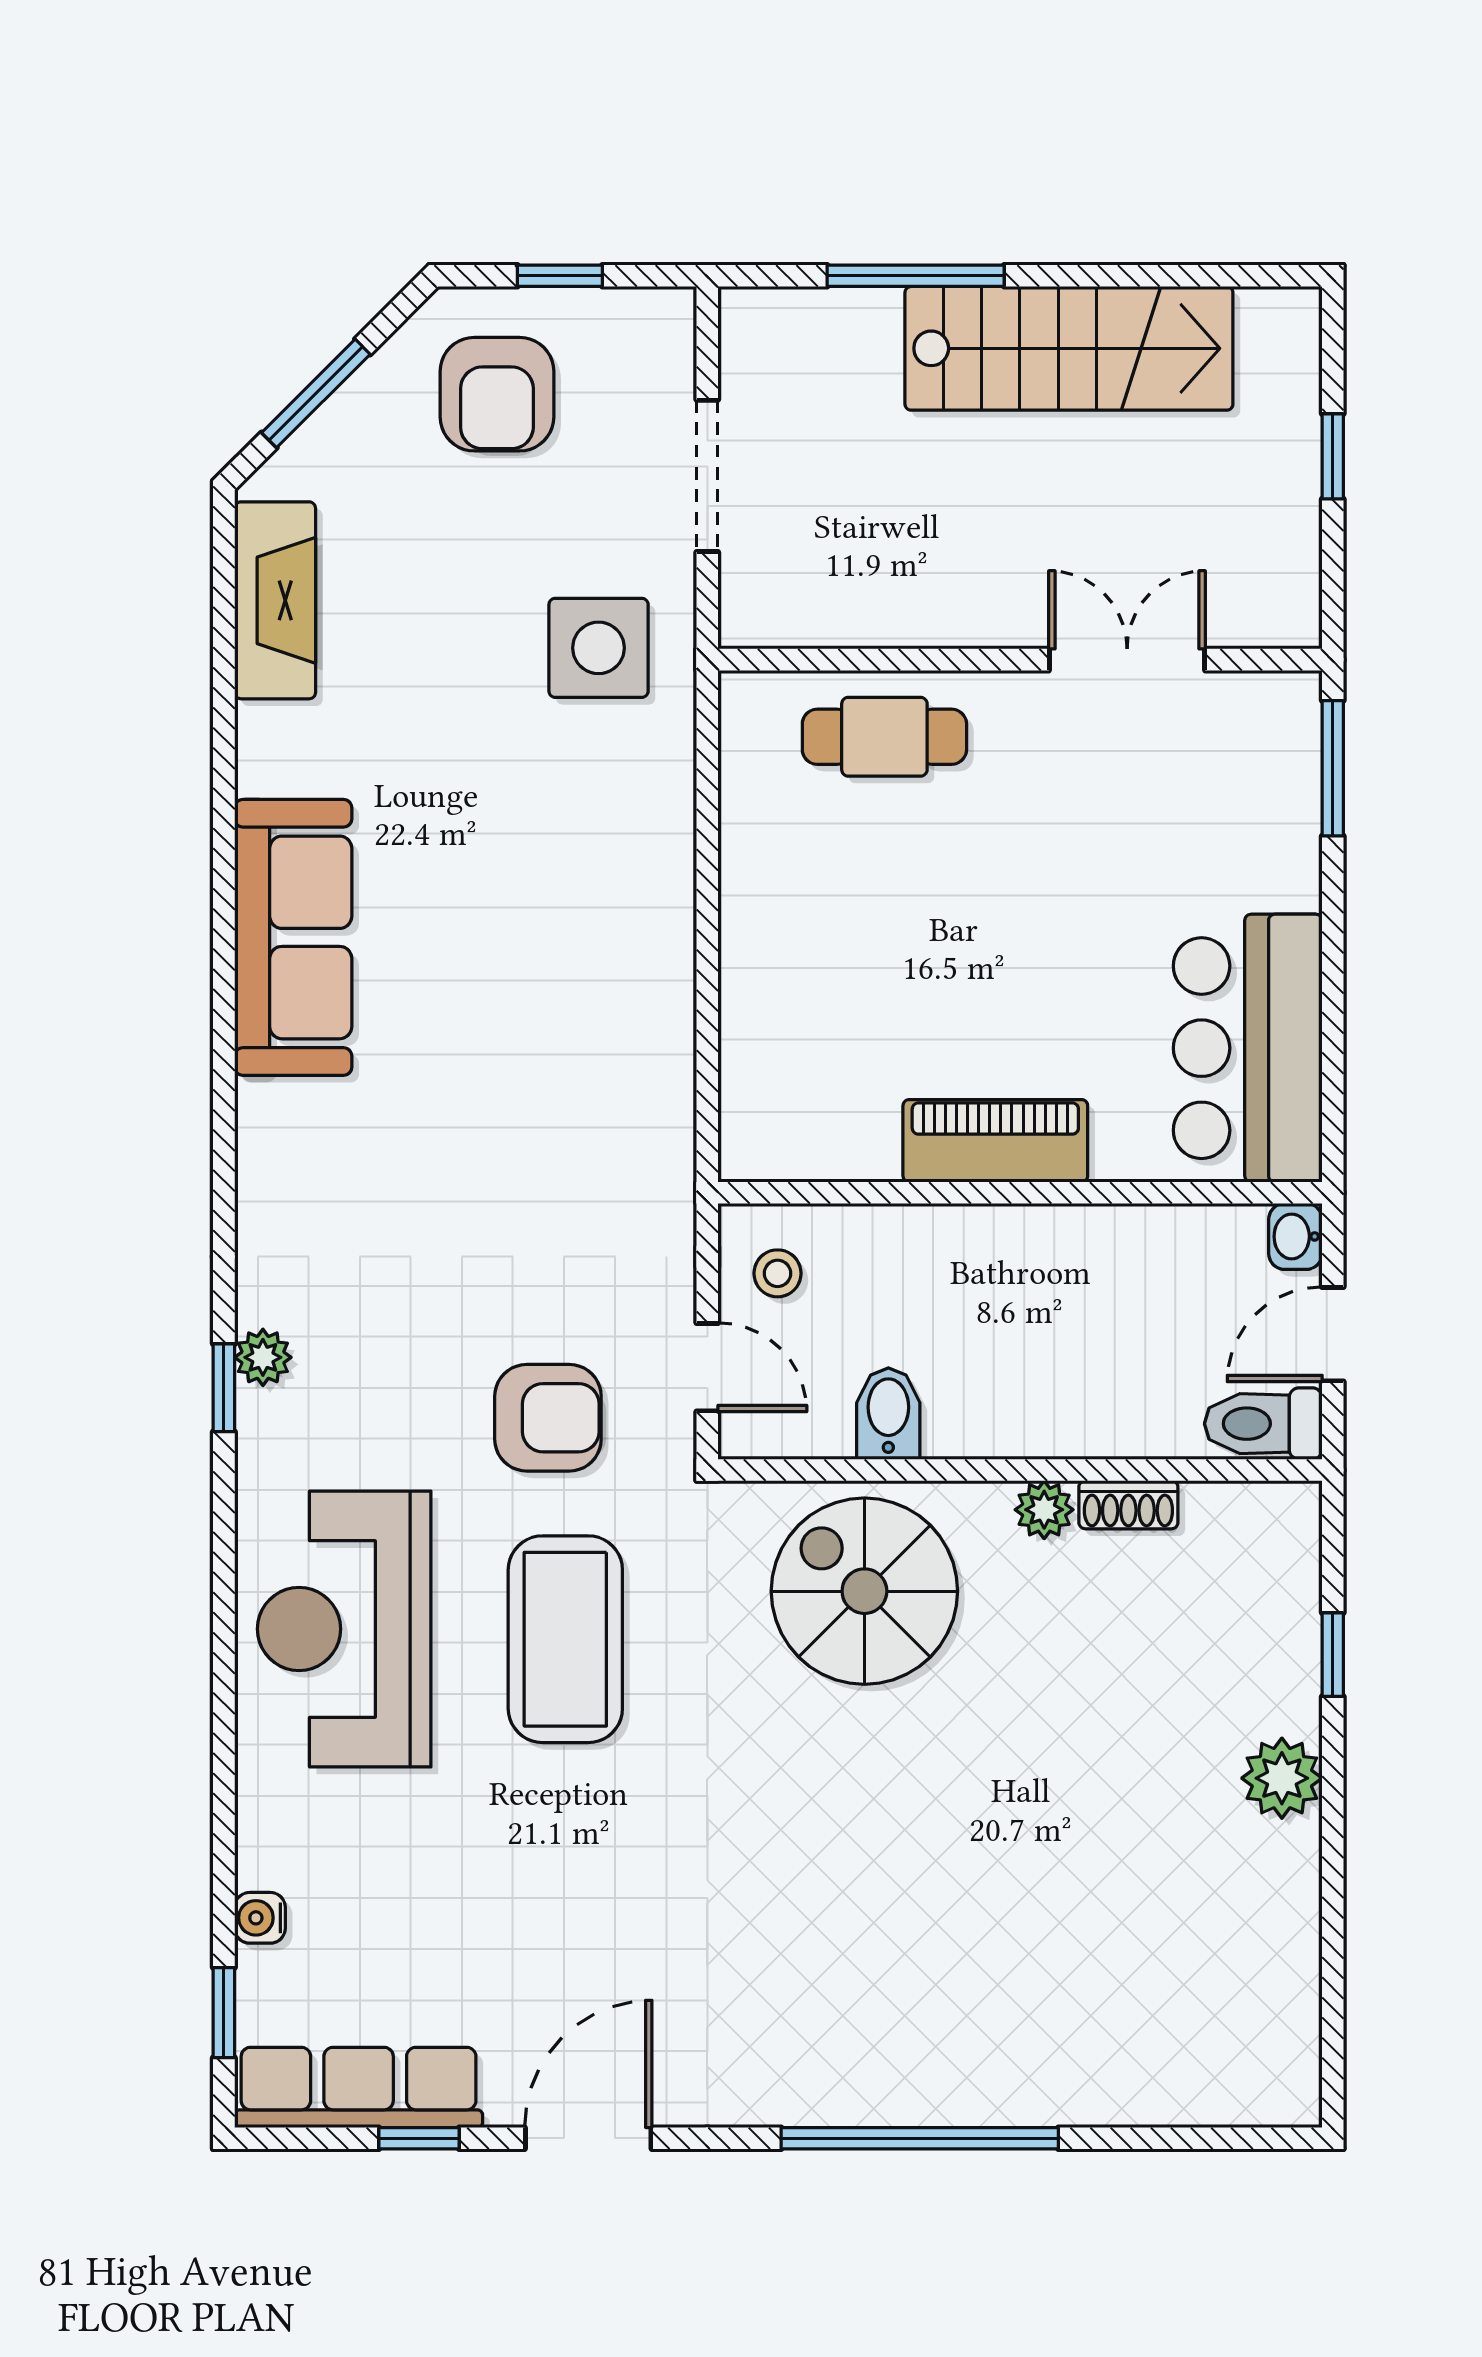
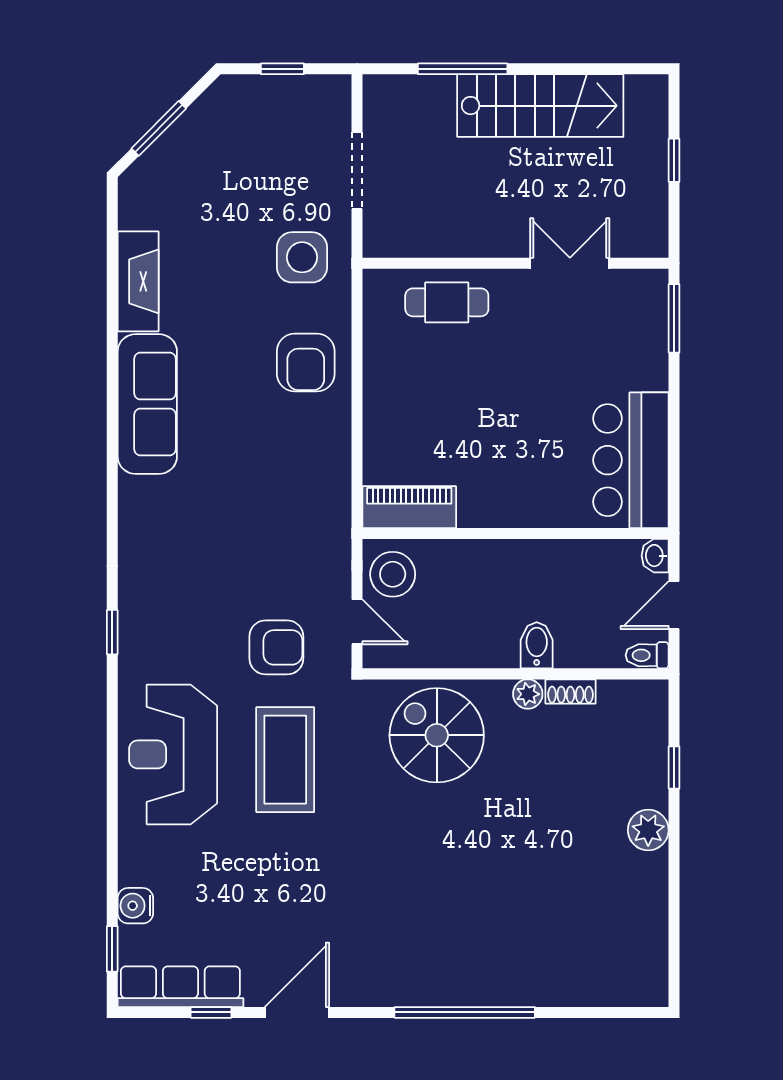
armchair: (497, 394) -> (306, 362), moved
fireplace: (275, 600) -> (138, 281), moved
piano: (995, 1141) -> (409, 507), moved
stool: (777, 1273) -> (393, 574), width x1.89, depth x1.89
plant: (263, 1357) -> (132, 617), removed
bidet: (888, 1414) -> (537, 645), moved
toilet: (1263, 1424) -> (647, 655), width x0.73, depth x0.72
water cooler: (260, 1918) -> (135, 906), width x1.38, depth x1.38

